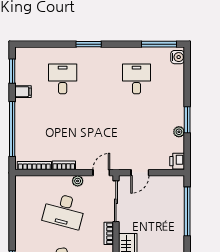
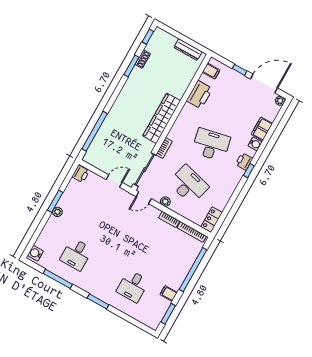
window: (159, 44) -> (58, 279), moved
plant: (179, 132) -> (57, 212), moved
locker: (22, 189) -> (212, 220), added

